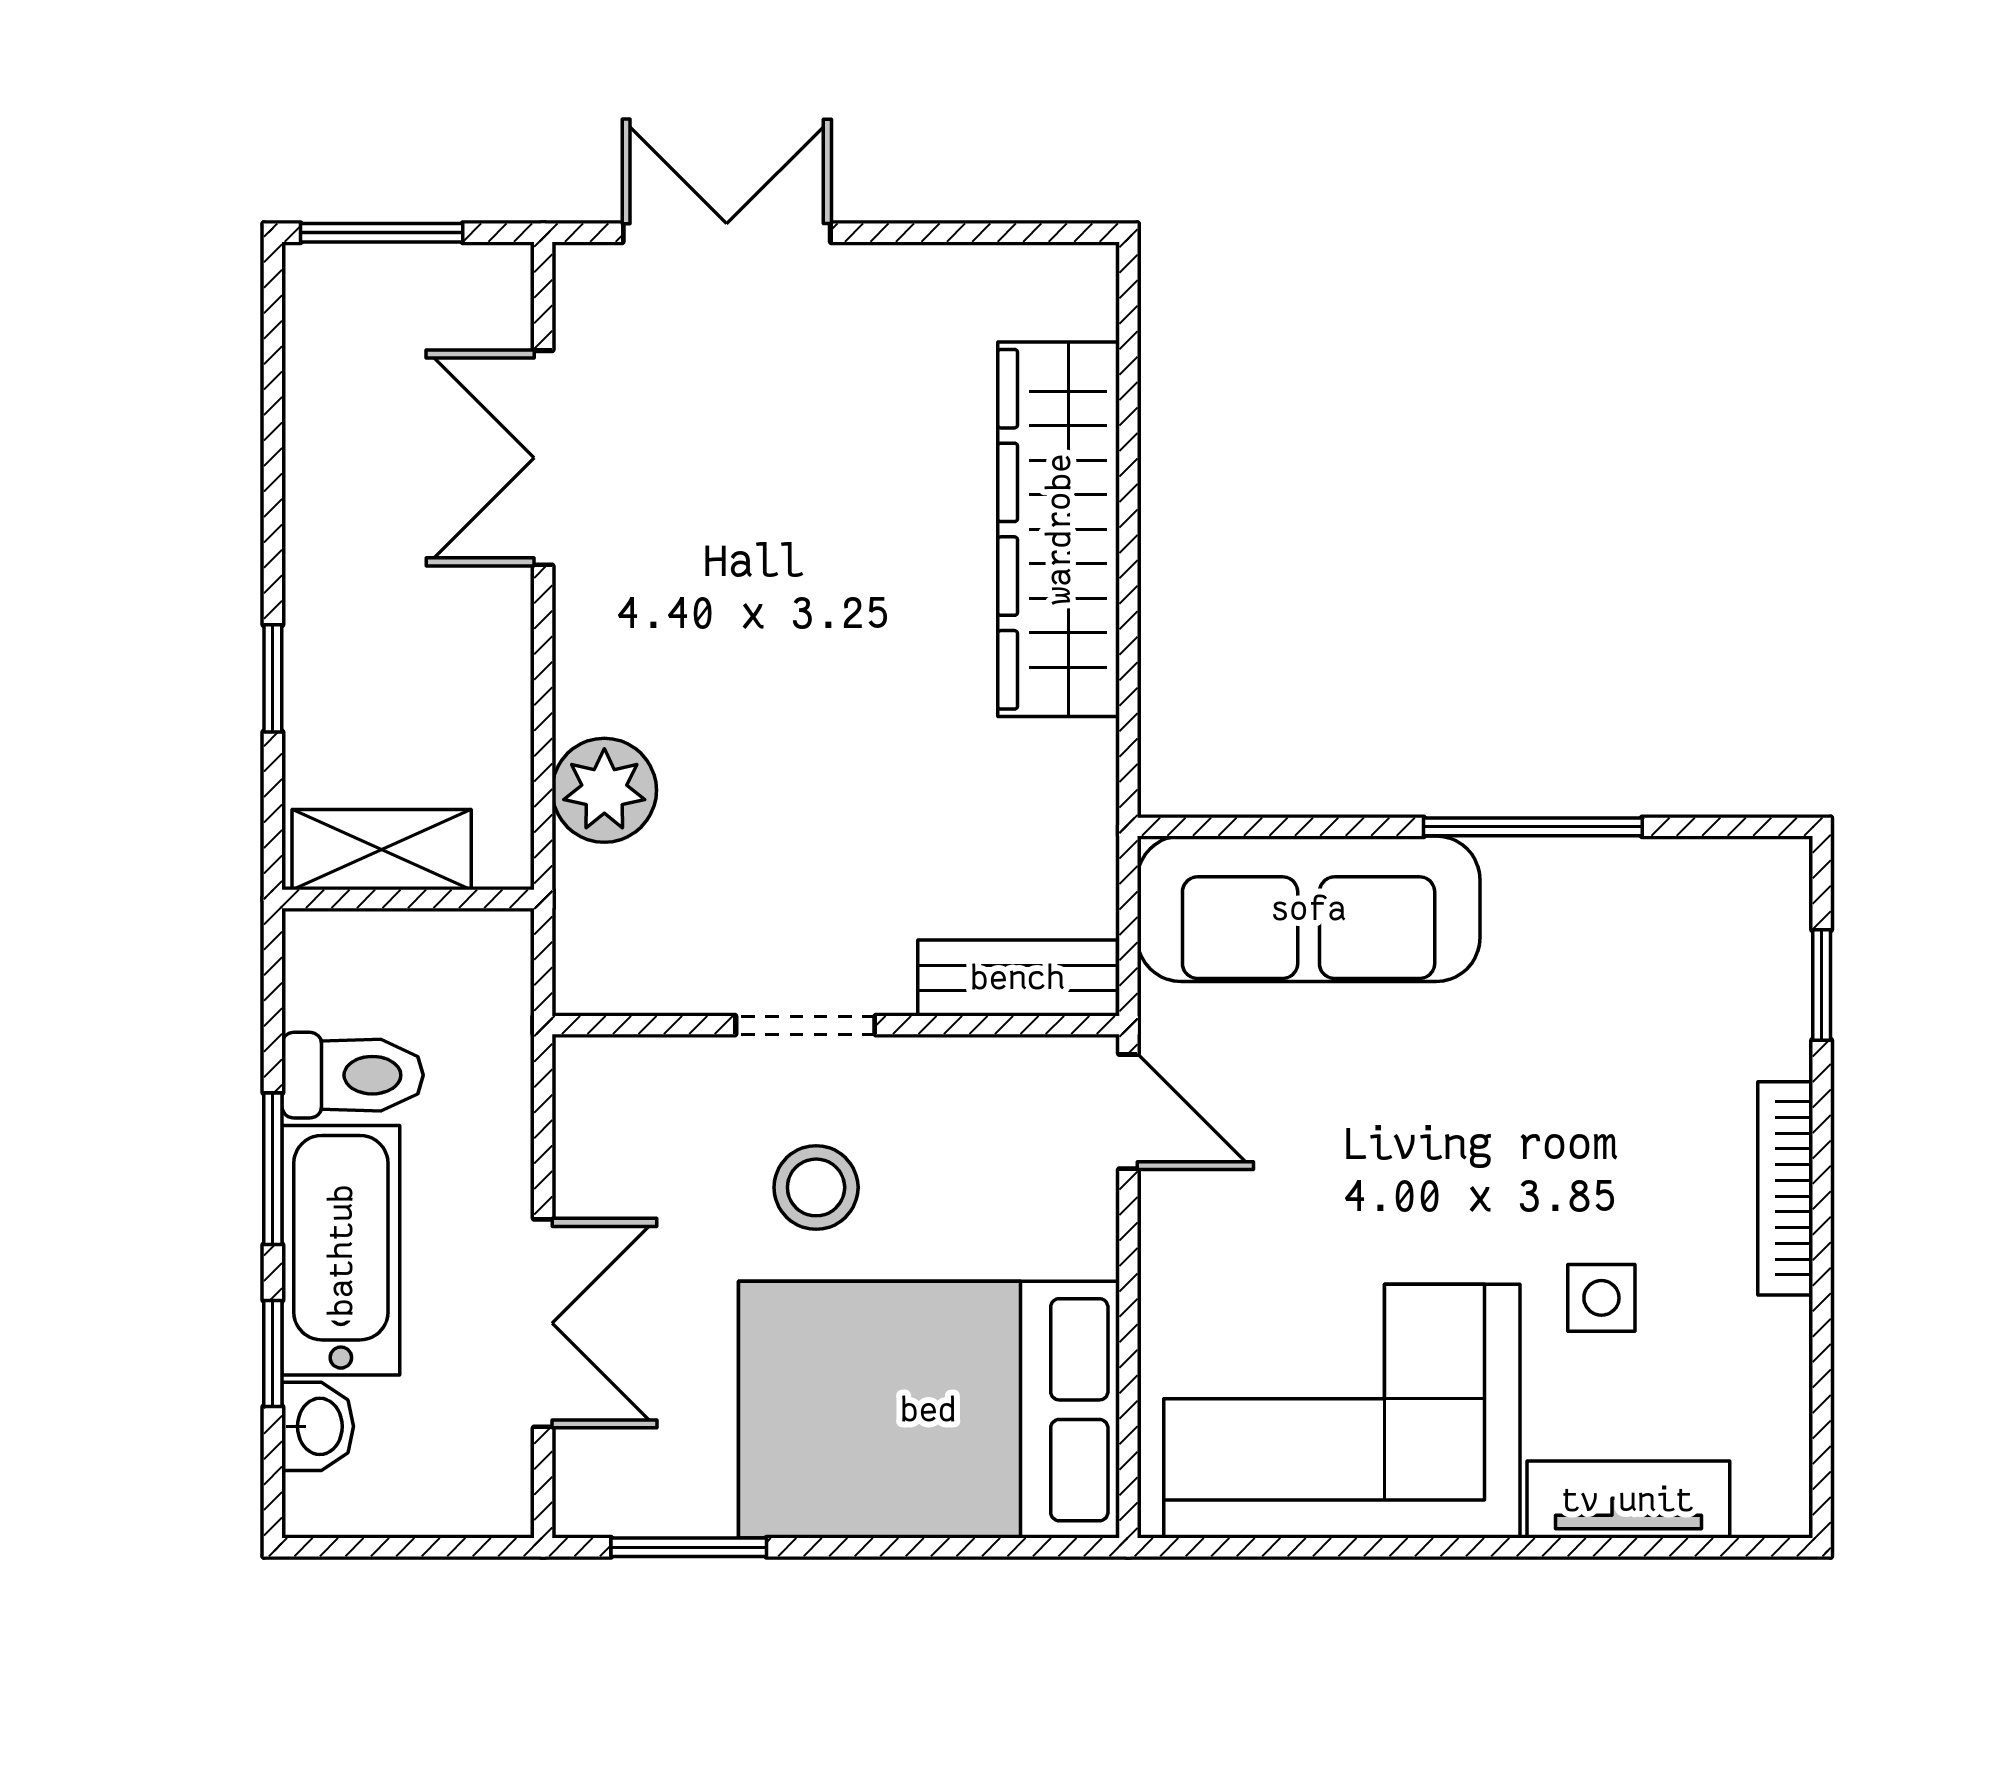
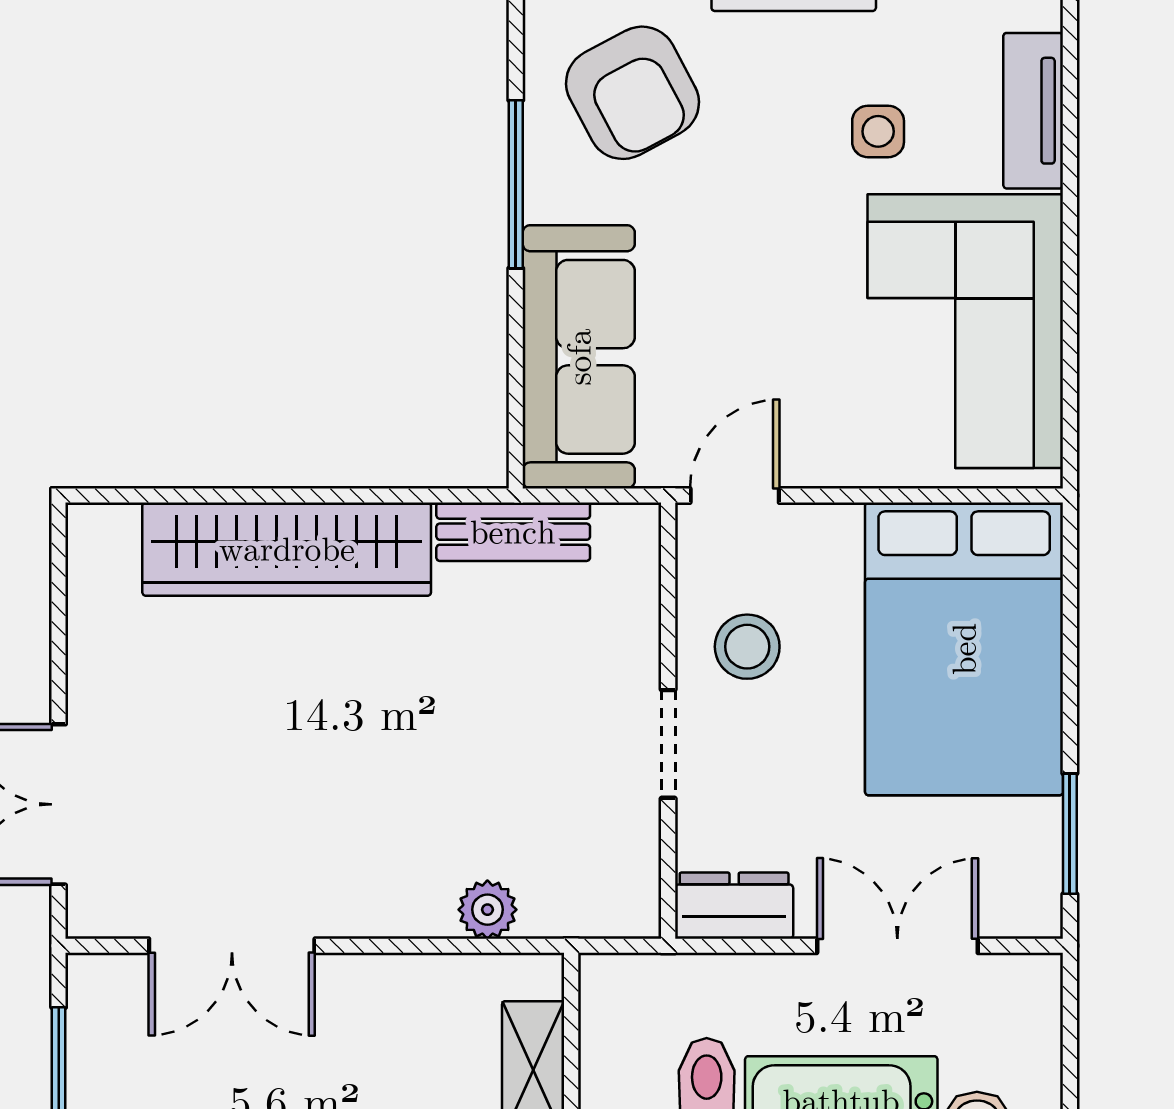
plant: (604, 790) -> (487, 910), width x0.73, depth x0.73
bench: (1018, 978) -> (513, 532), moved, turned 90
armchair: (1652, 979) -> (632, 93), added
dresser: (595, 1111) -> (734, 906), added
stool: (816, 1187) -> (747, 647), moved

